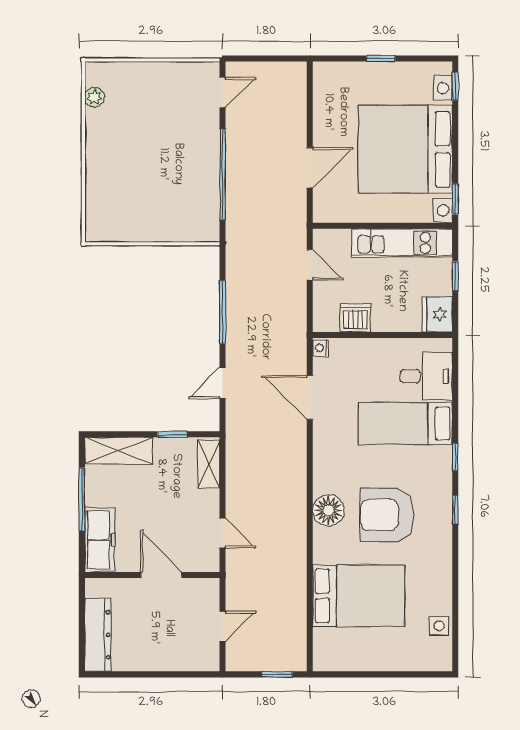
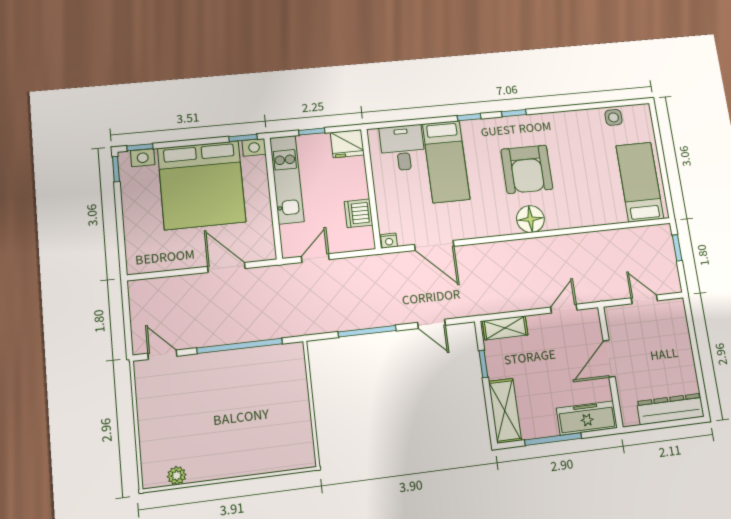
window: (381, 59) -> (116, 169), moved
door: (310, 397) -> (434, 245), hinge flipped
bed: (359, 596) -> (640, 182), moved, width x0.67

